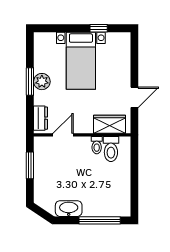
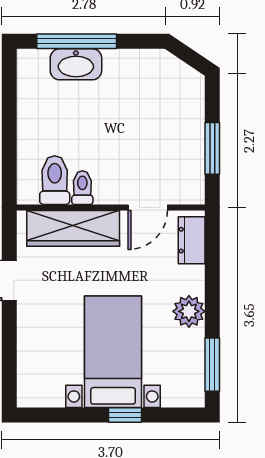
window: (99, 28) -> (125, 415), moved
window: (30, 82) -> (212, 365), moved
wardrobe: (109, 124) -> (73, 228), width x1.50
washbasin: (69, 209) -> (76, 64), moved

